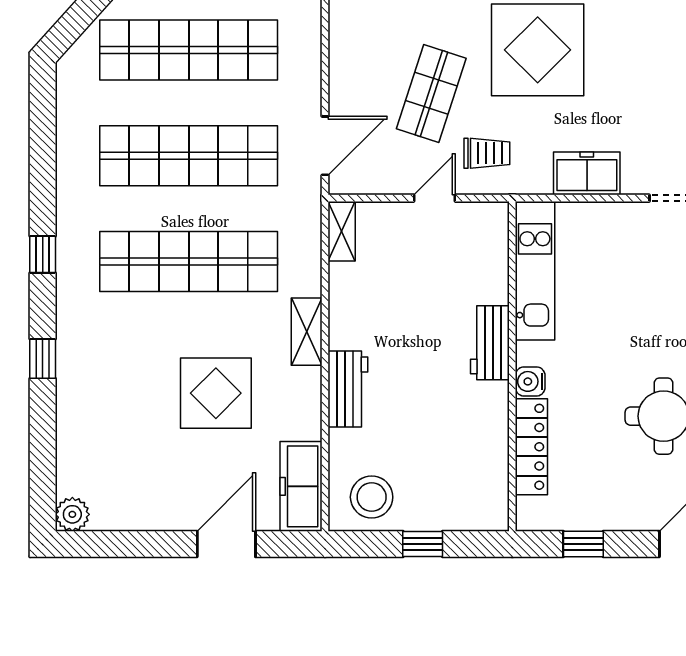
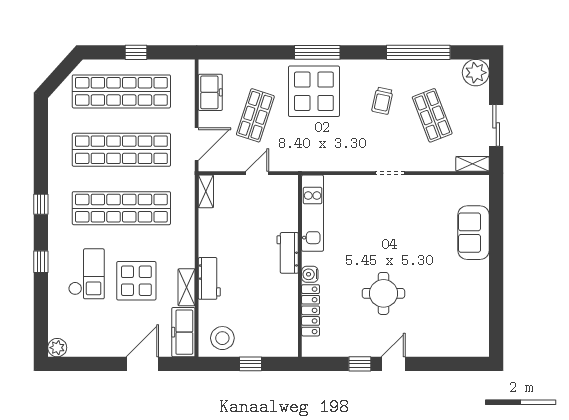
trolley: (487, 153) -> (382, 101), moved, turned 102
freezer: (587, 173) -> (210, 92), moved, turned 90
shelving: (307, 332) -> (187, 287), moved
checkout: (125, 381) -> (86, 274), added
window: (583, 544) -> (360, 364), moved

